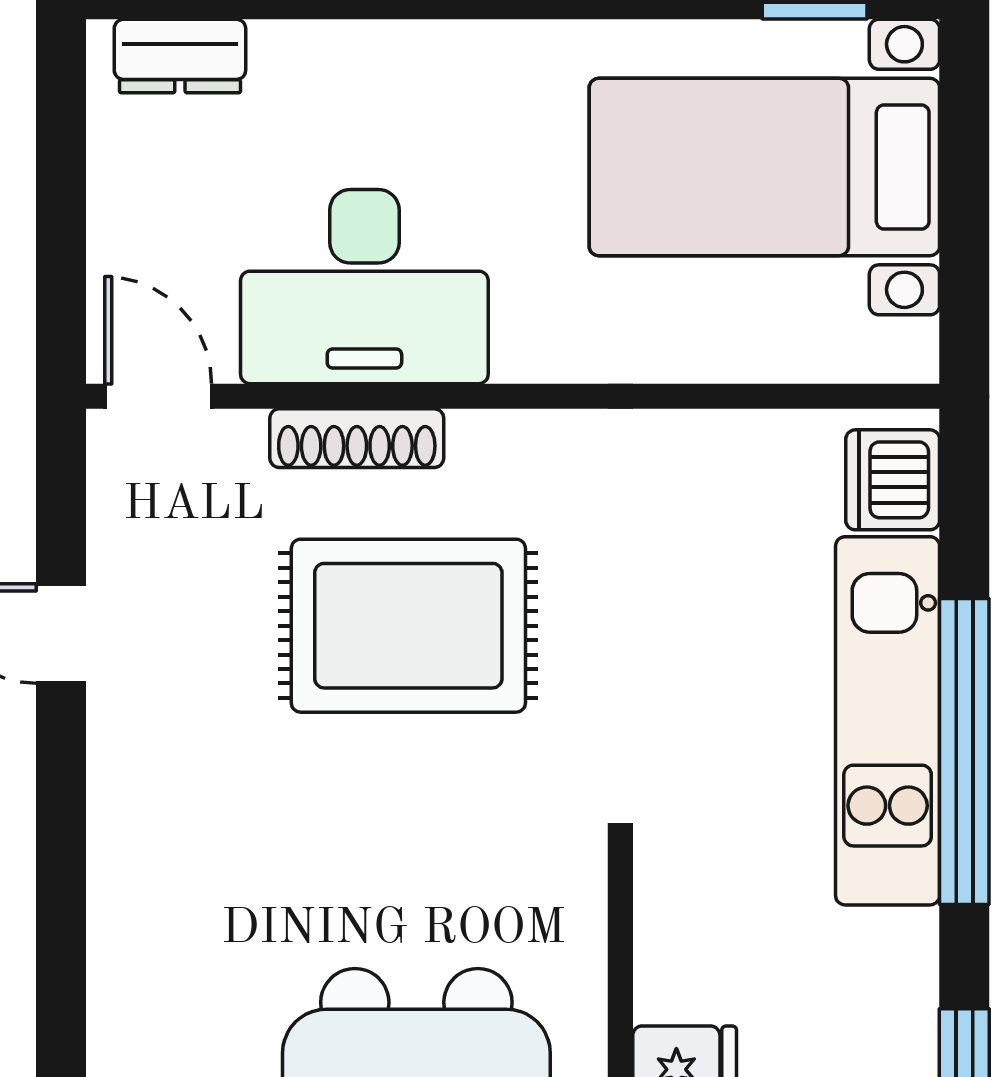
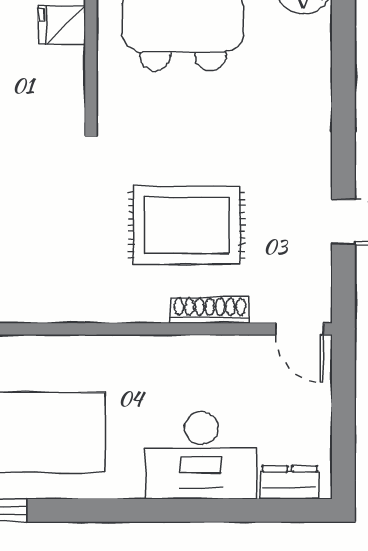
desk: (364, 287) -> (201, 455), moved, turned 180

